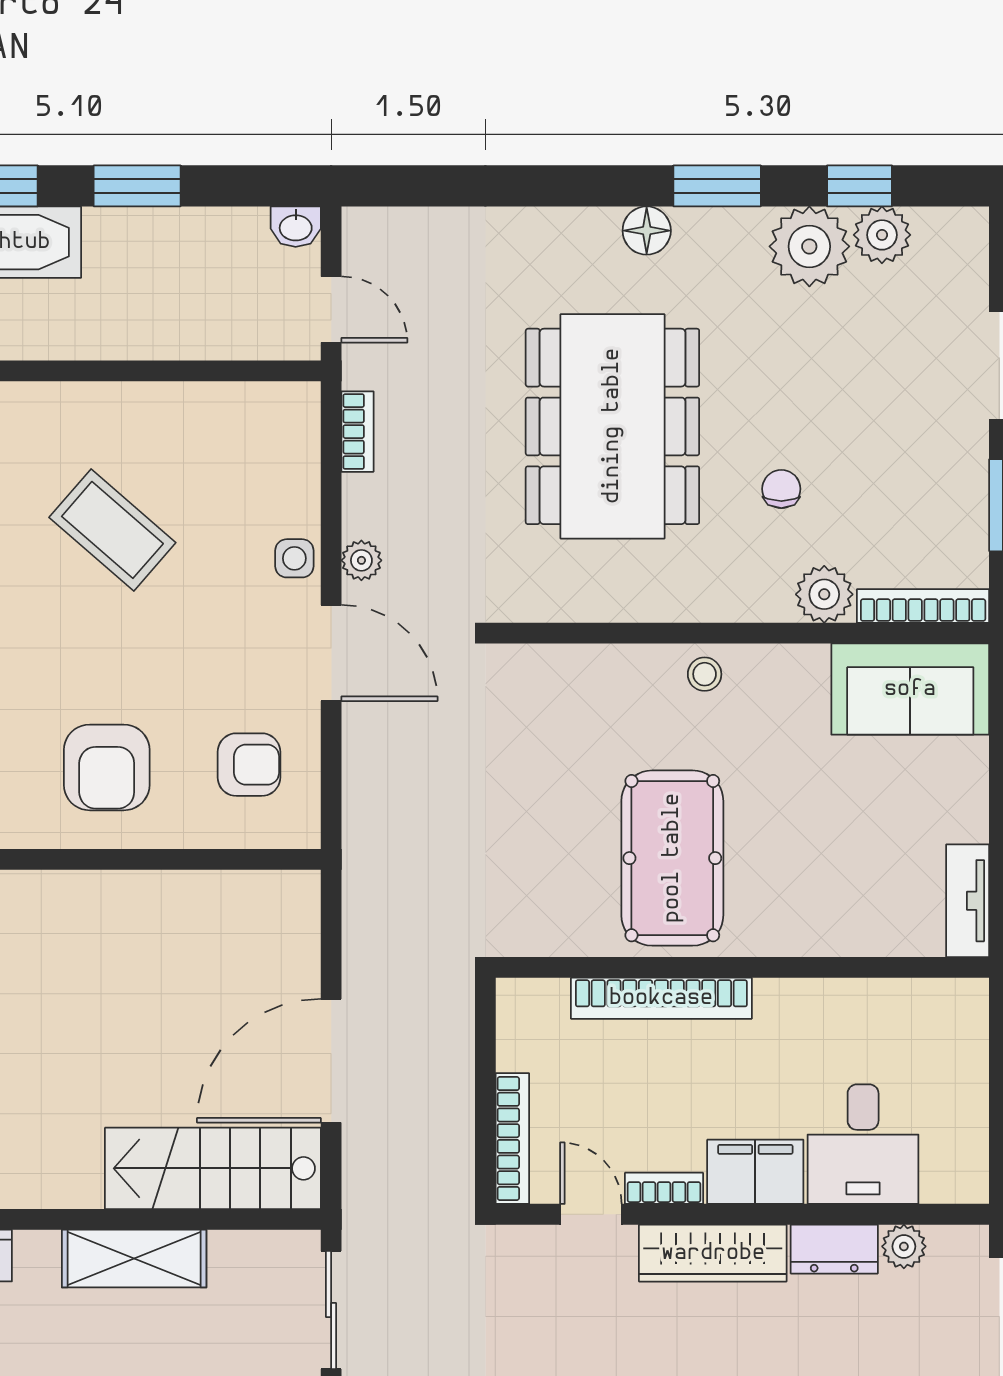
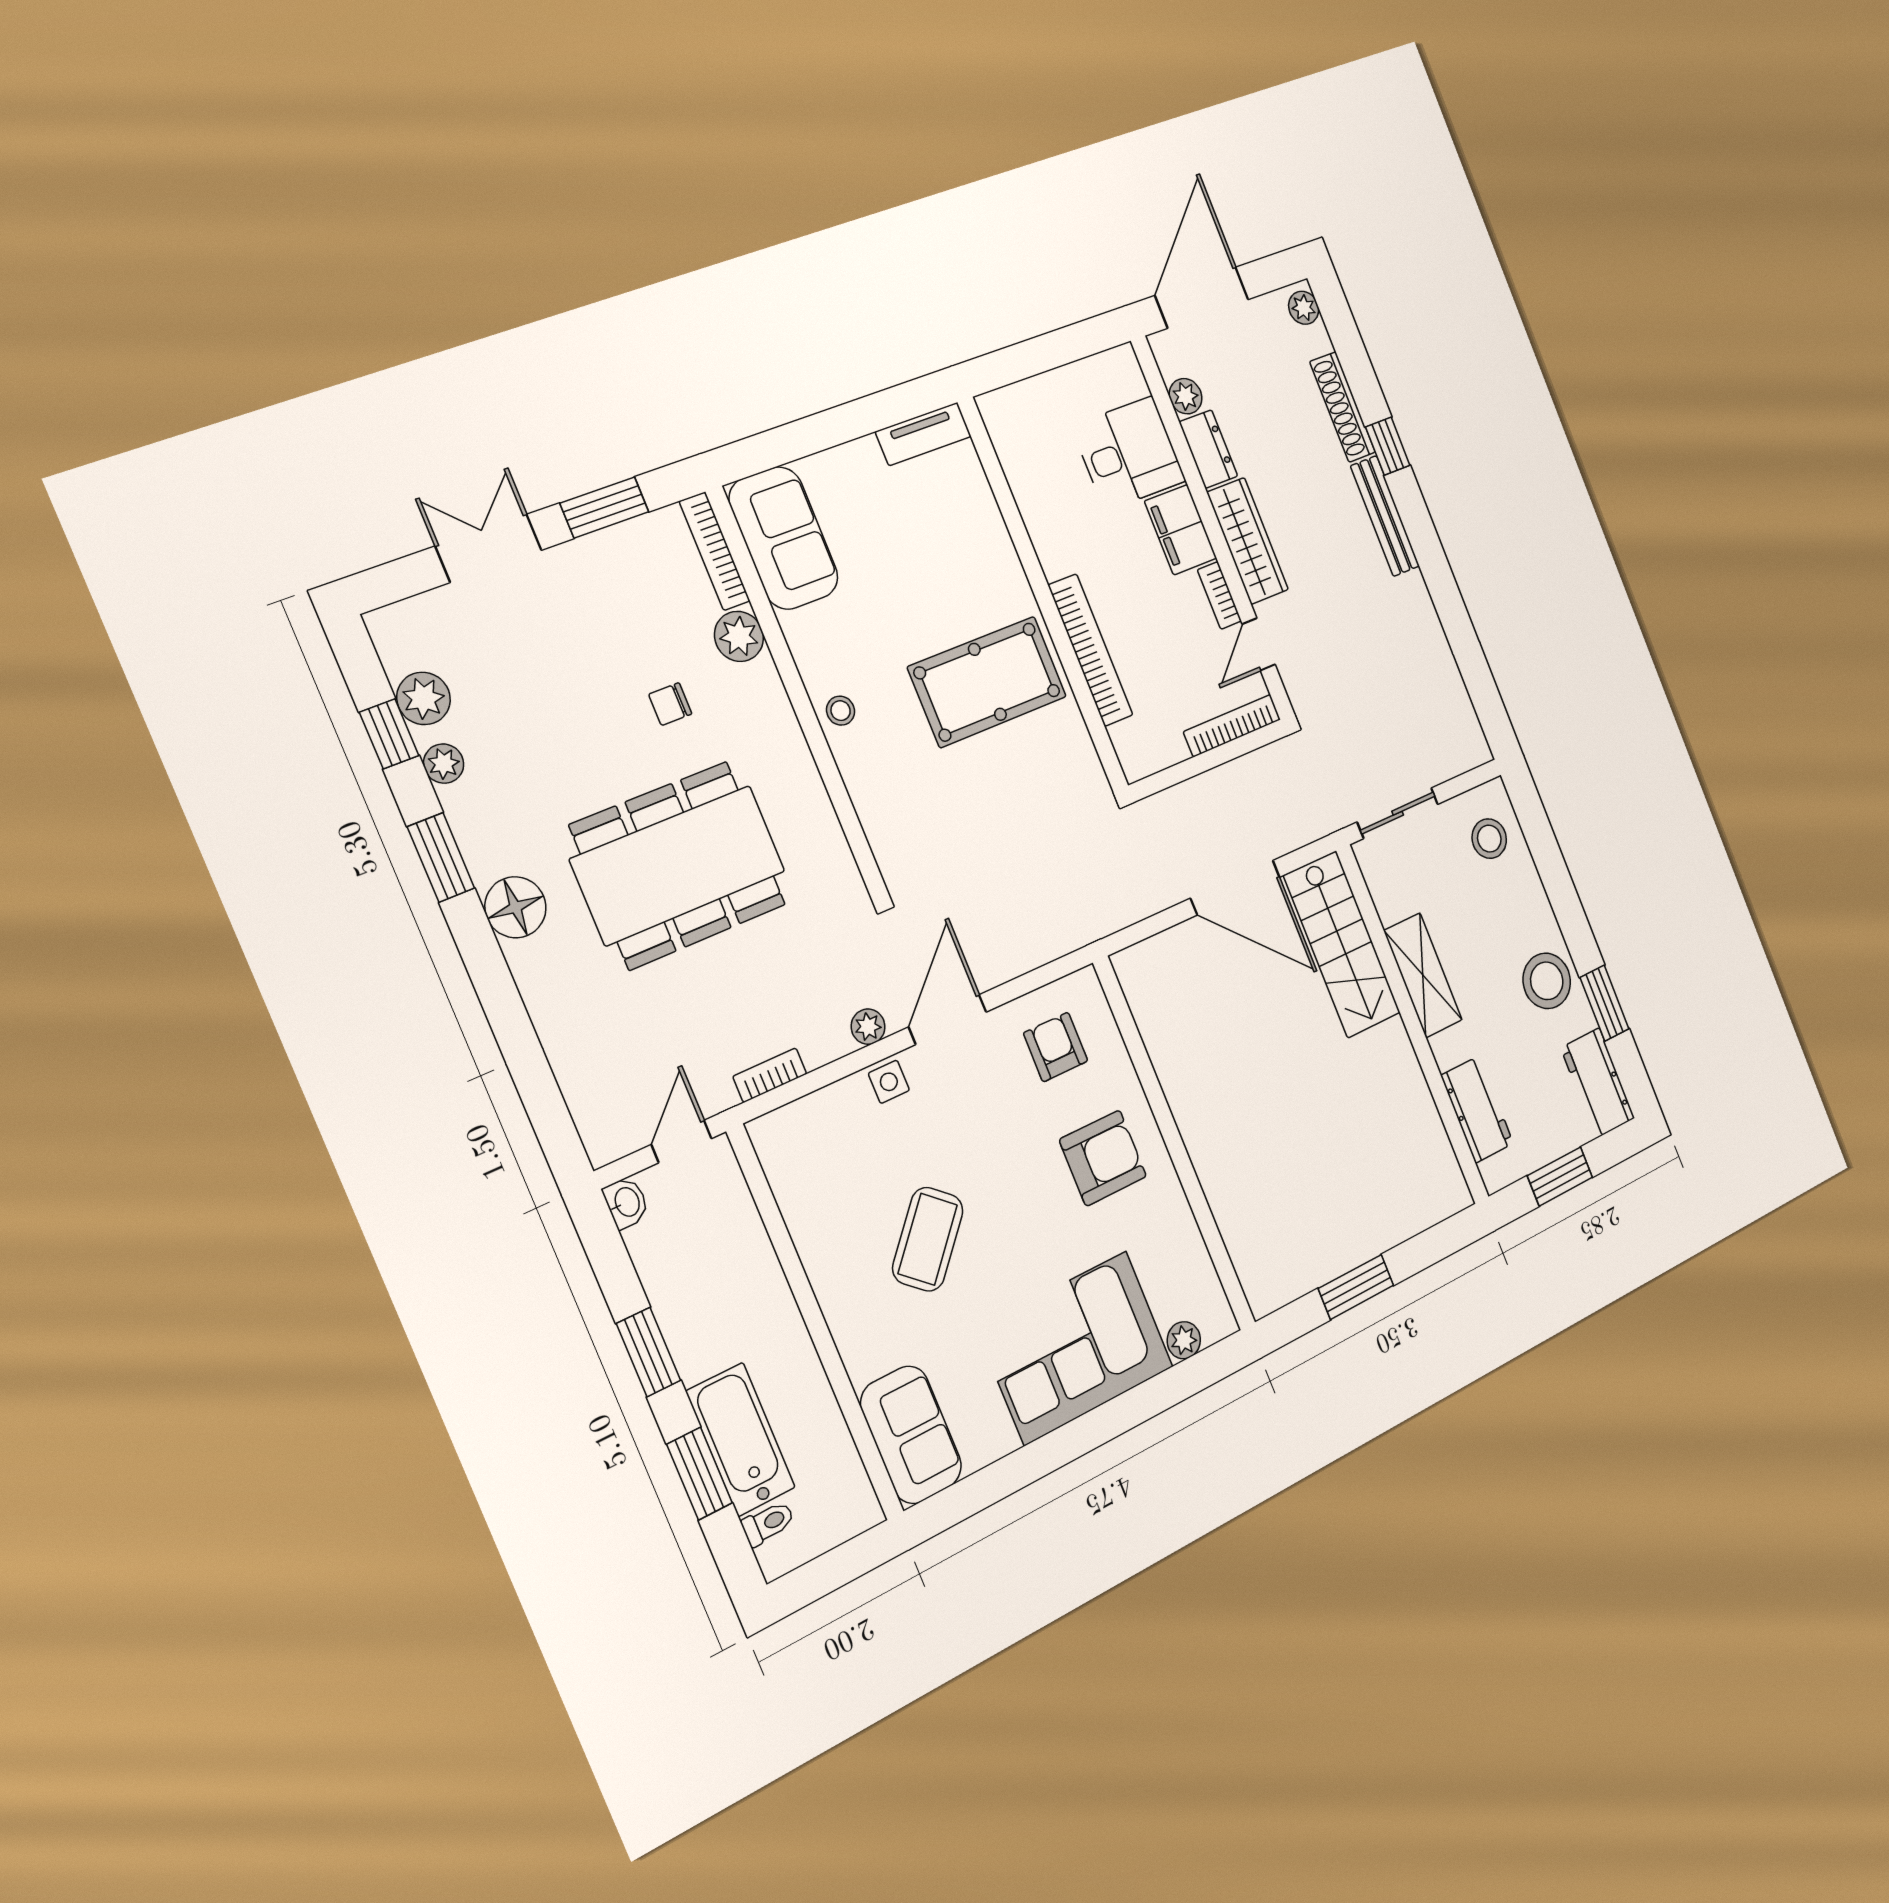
floor lamp: (647, 231) -> (515, 907), width x1.38, depth x1.38
plant: (809, 246) -> (444, 764), width x0.53, depth x0.53

